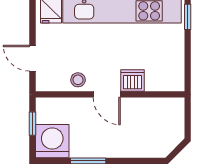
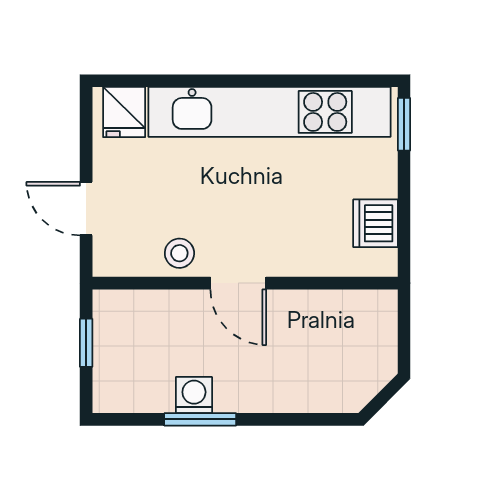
dishwasher: (132, 80) -> (376, 223), moved, turned -90
washing machine: (52, 141) -> (194, 395), moved, width x0.53, depth x0.53

